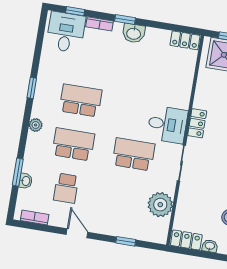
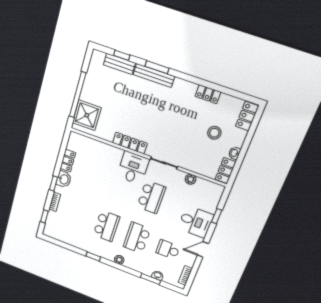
desk: (66, 32) -> (196, 222), moved, turned 180
locker: (185, 40) -> (68, 161), moved
school desk: (81, 100) -> (106, 226), turned 180
locker: (197, 123) -> (130, 143), width x1.53
school desk: (134, 154) -> (151, 197), turned 180
school desk: (66, 188) -> (168, 250), turned 180
plant: (160, 205) -> (191, 179), width x0.53, depth x0.53

